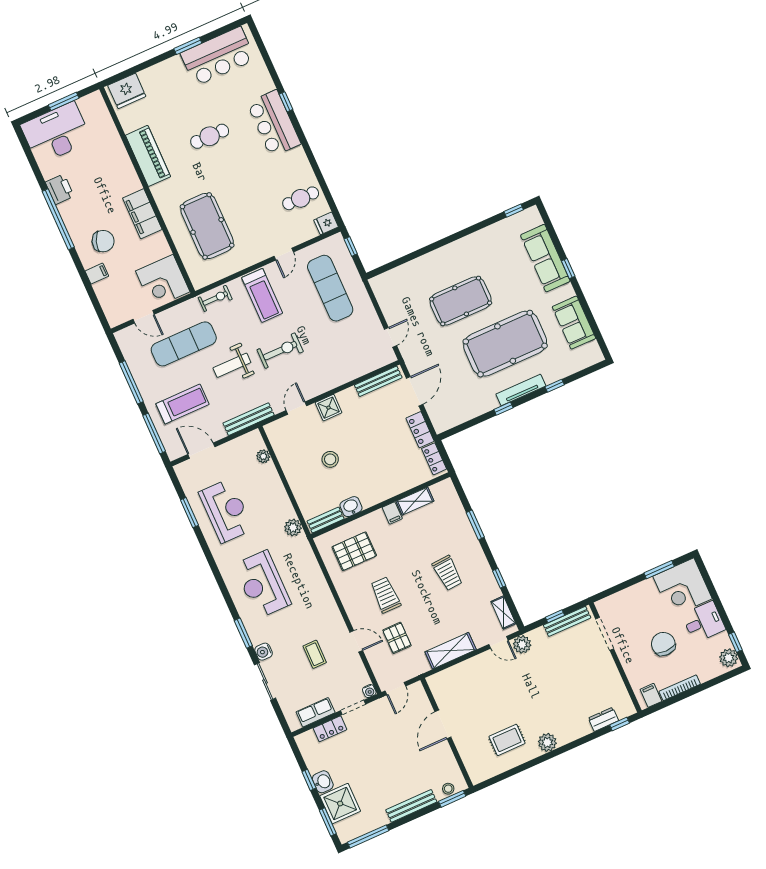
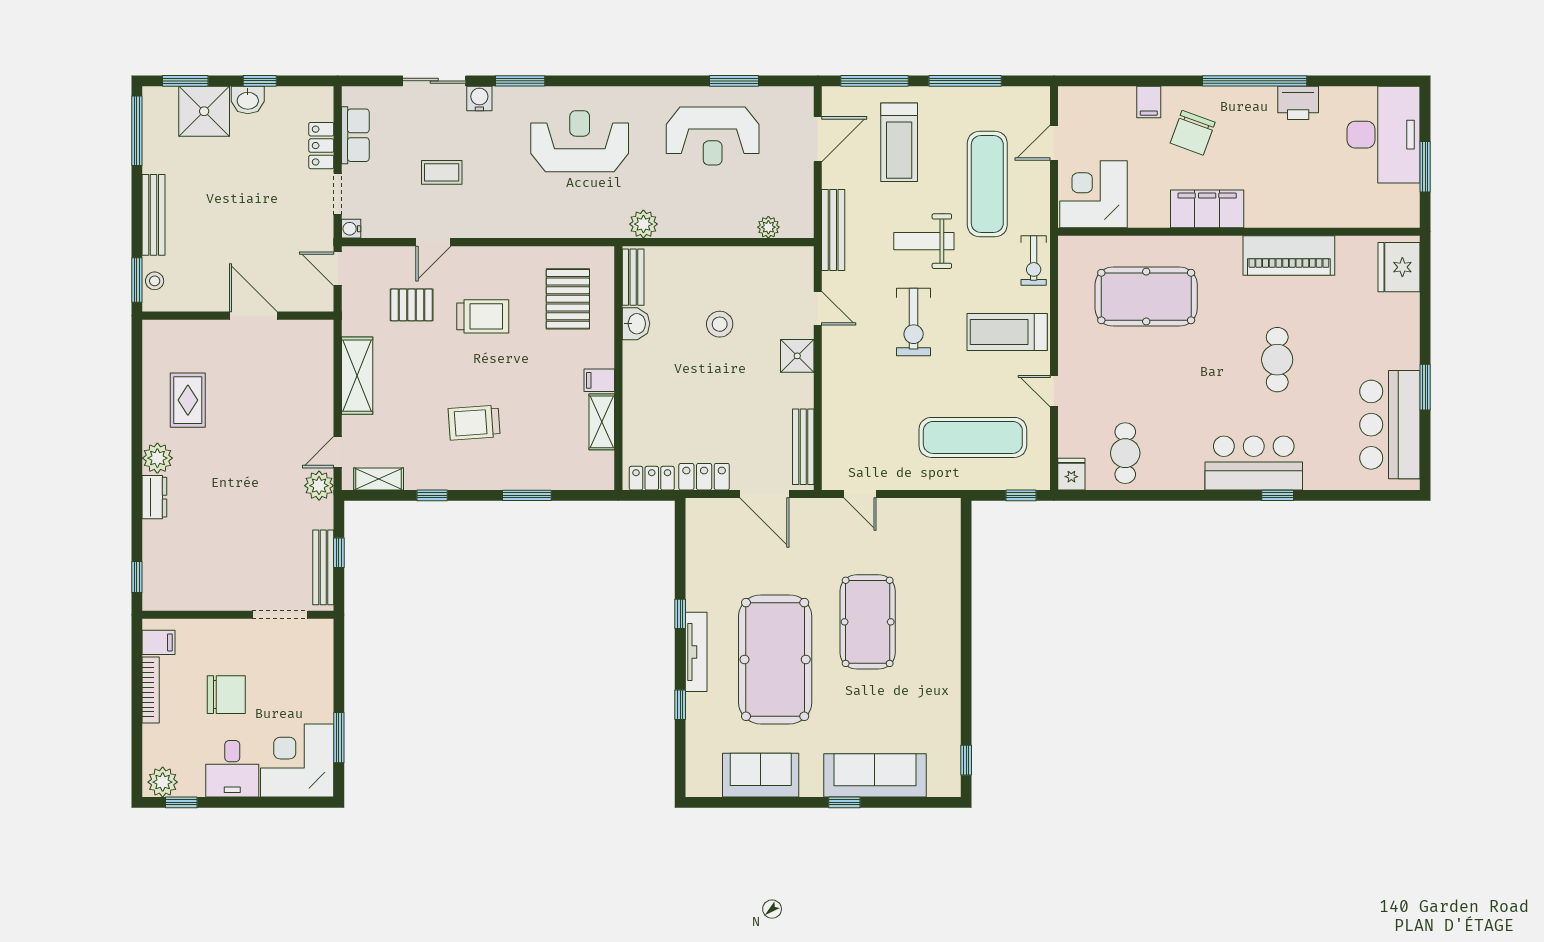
weight bench: (232, 365) -> (924, 241), turned -90
dresser: (603, 719) -> (154, 497), moved

